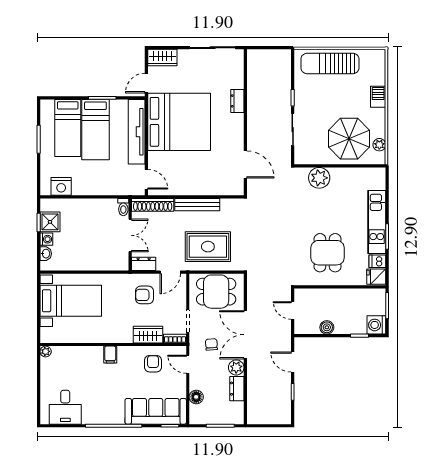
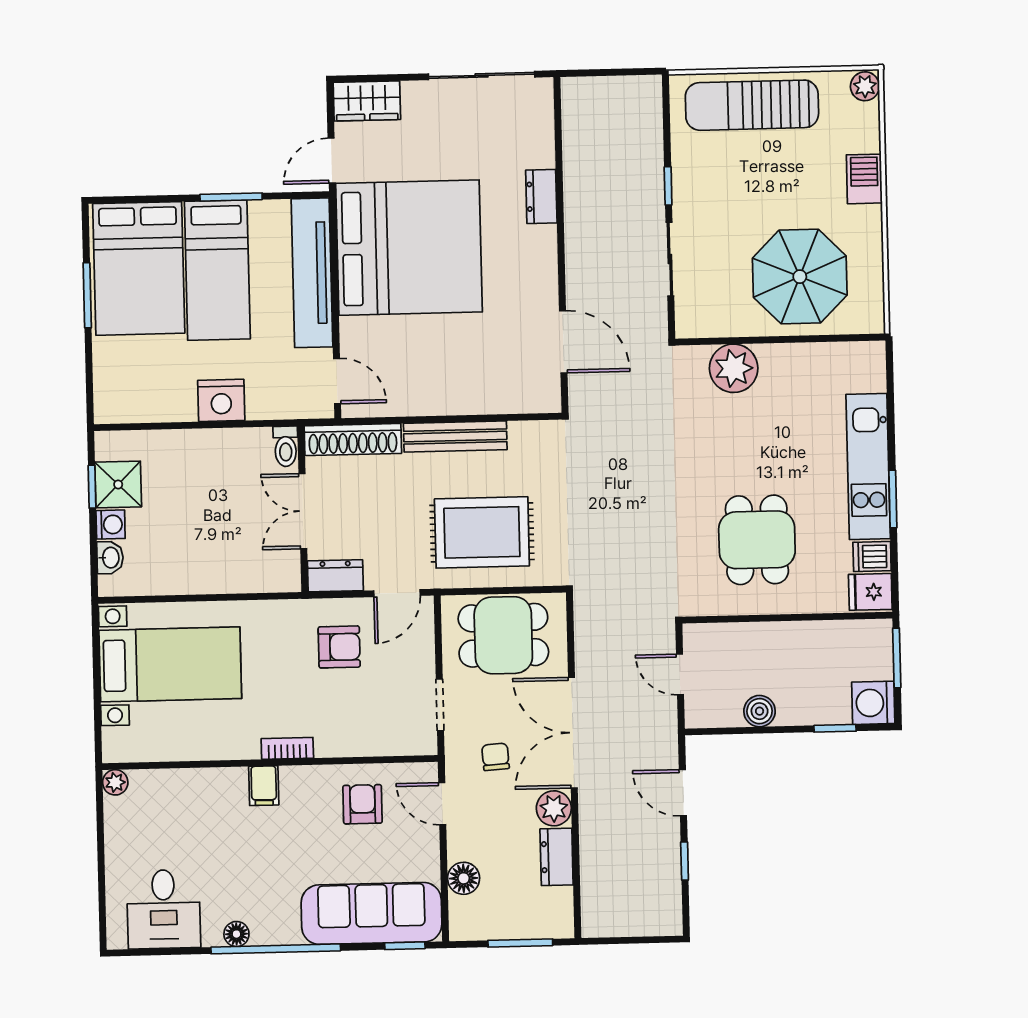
bed: (68, 128) -> (139, 268), width x1.50
plant: (379, 145) -> (865, 86), moved
nightstand: (61, 186) -> (221, 400), moved
double door: (130, 235) -> (303, 511), swing flipped
armchair: (145, 295) -> (339, 647), turned 180
wardrobe: (148, 335) -> (349, 738), removed
bookcase: (175, 339) -> (287, 748), moved
floor lamp: (97, 419) -> (236, 934), added

